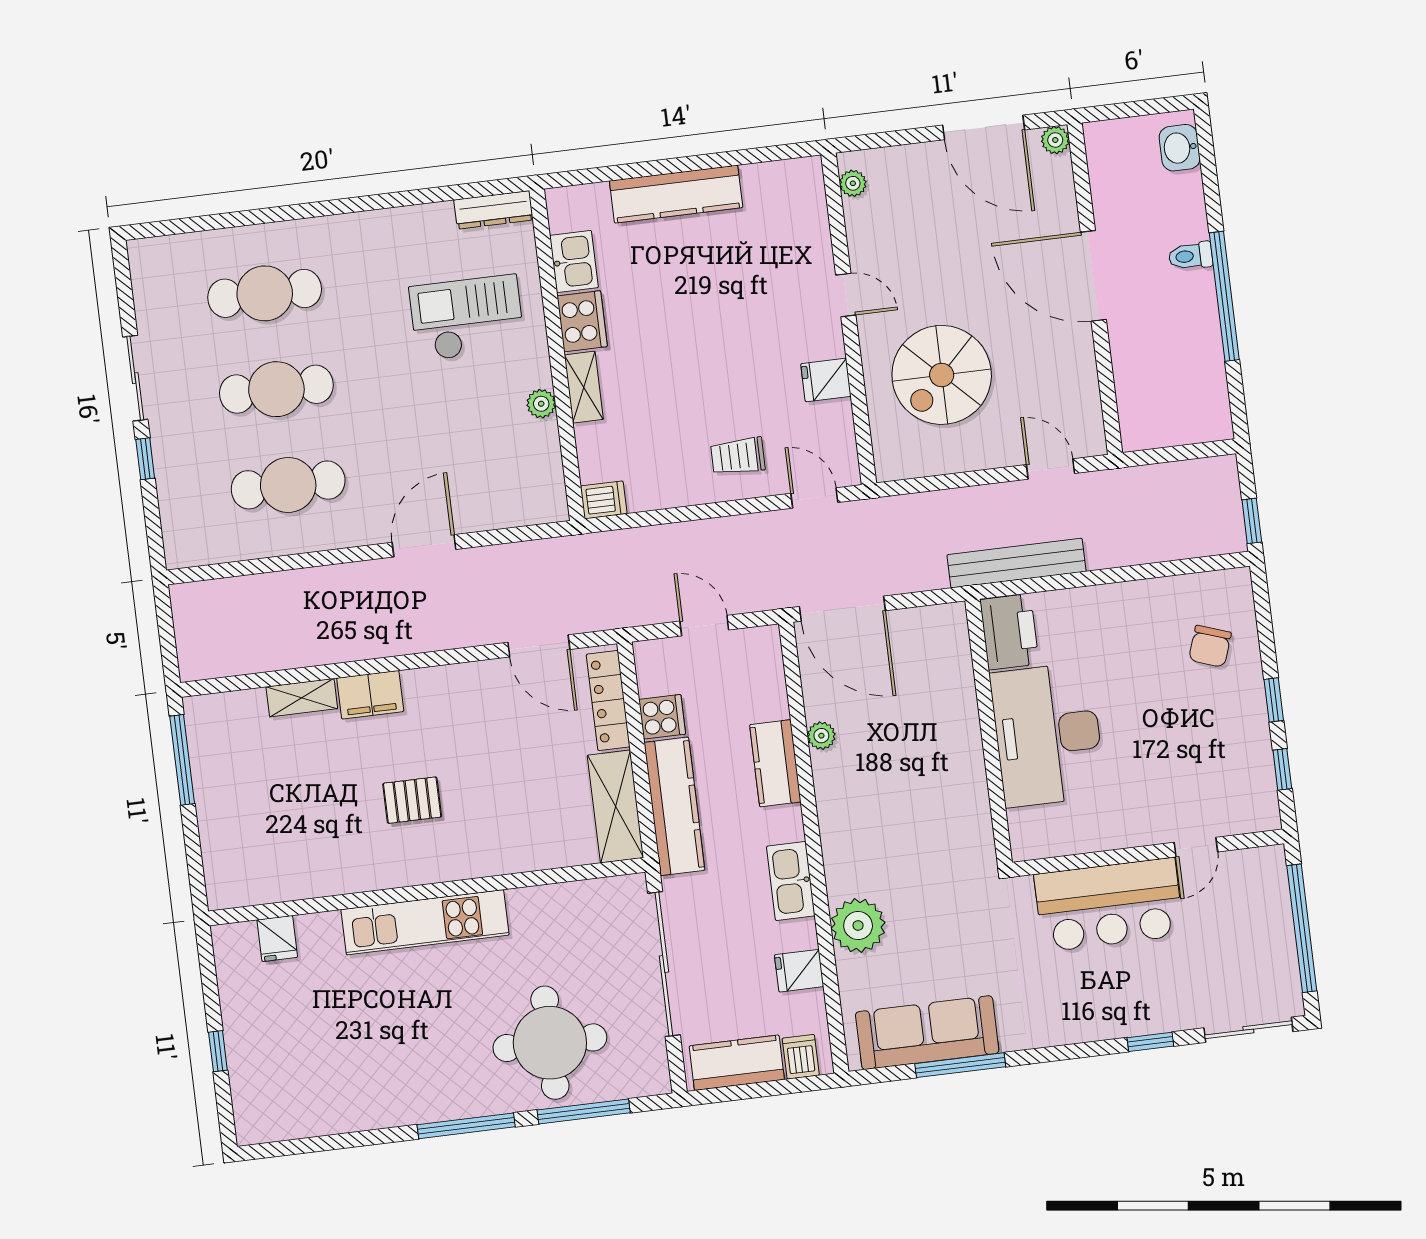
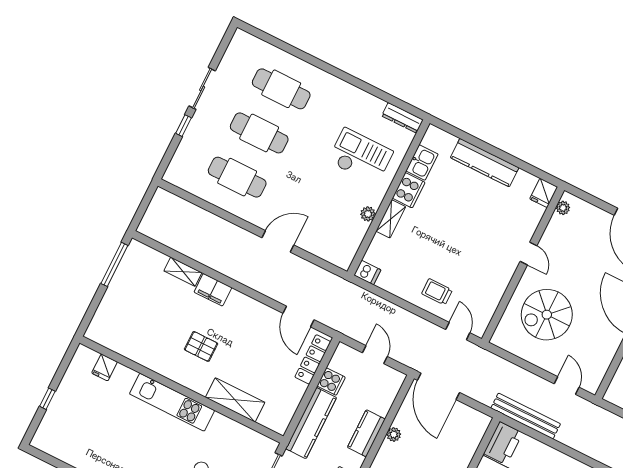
fridge: (826, 380) -> (544, 193), moved, turned -90
shelving: (616, 806) -> (235, 400), moved, turned 90

